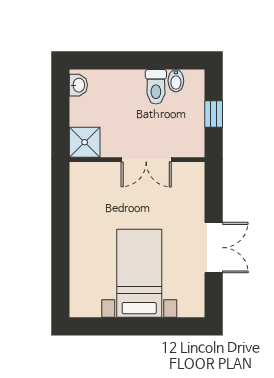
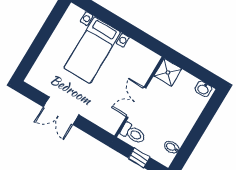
toilet: (156, 87) -> (133, 133), moved, turned 180
bed with nightstands: (139, 273) -> (92, 50), moved, turned 90

